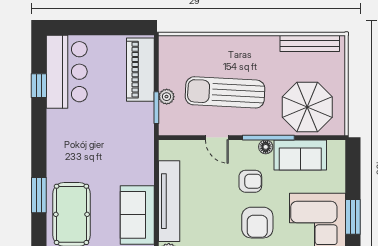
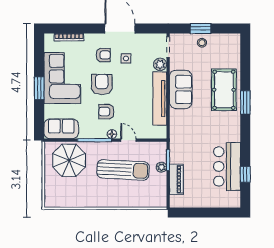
bench: (310, 43) -> (67, 202), removed
piano: (140, 70) -> (176, 179), width x0.73, depth x0.75
bar counter: (67, 72) -> (227, 166), moved
floor lamp: (266, 147) -> (112, 134), moved
sofa: (300, 155) -> (61, 129), moved

